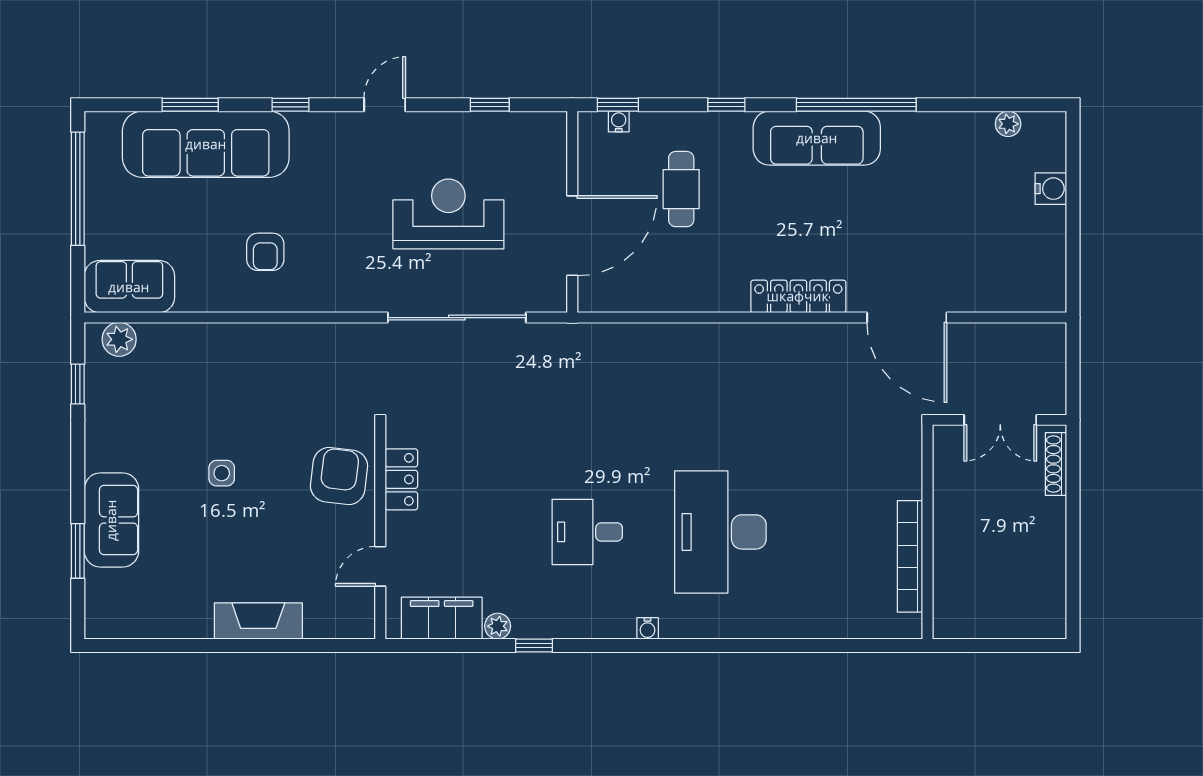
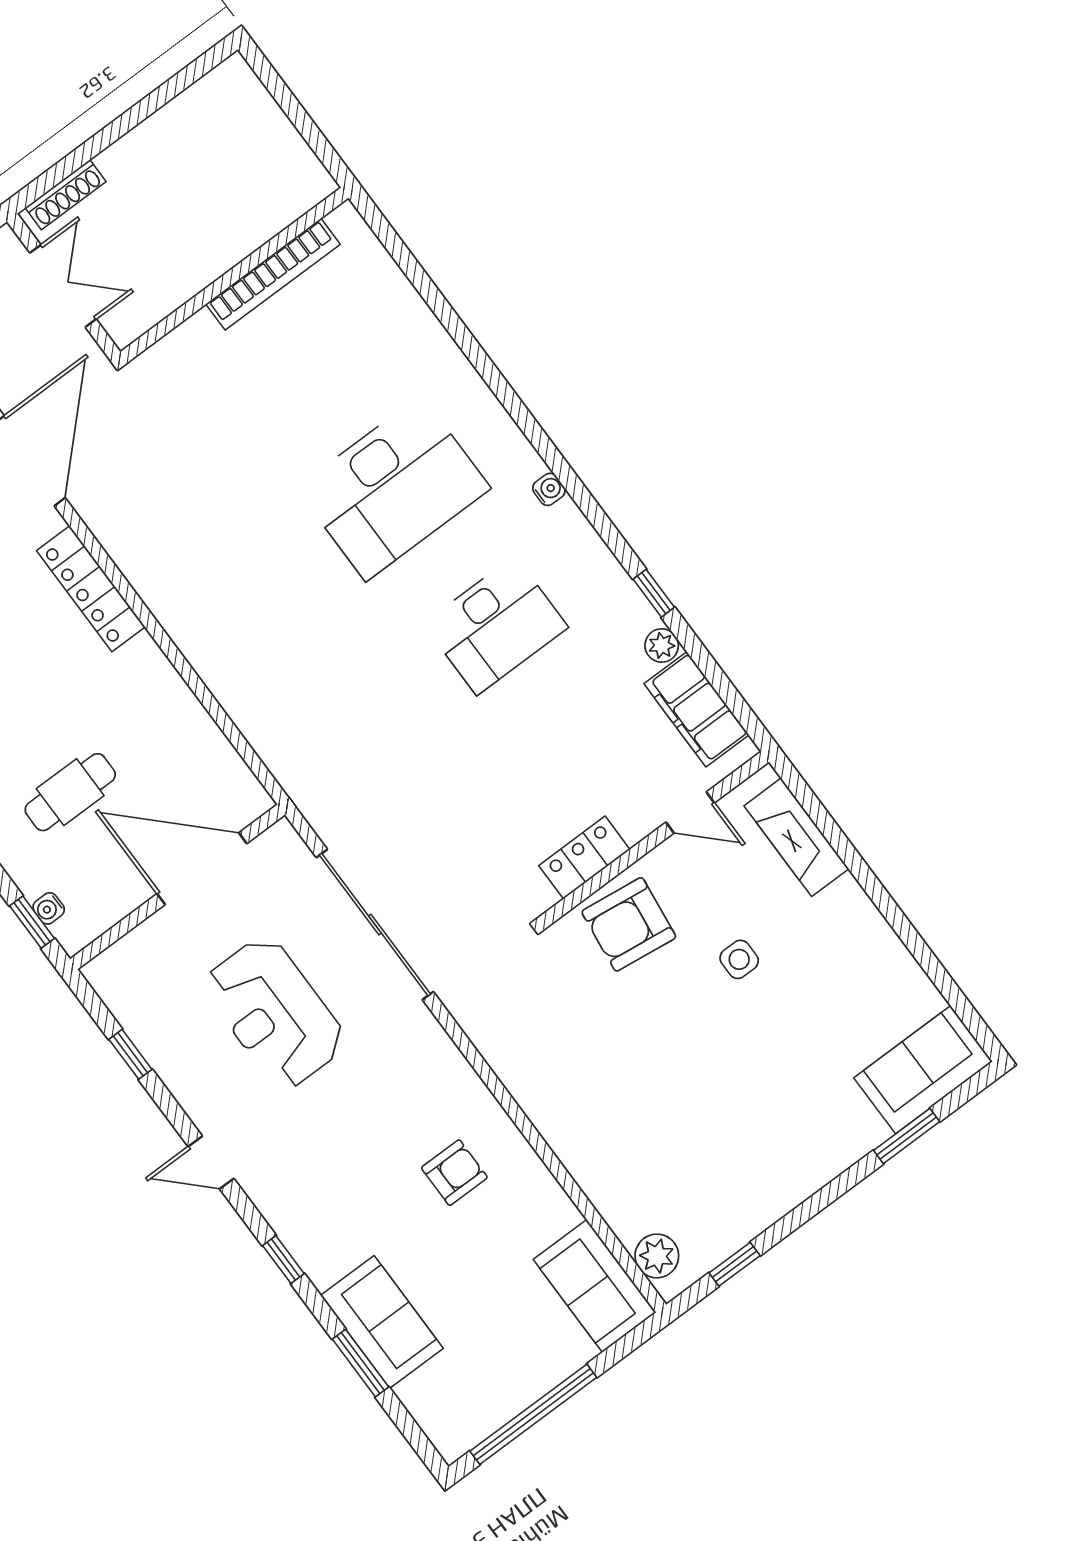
sofa: (206, 144) -> (382, 1322), width x0.54, depth x0.79
side table: (222, 473) -> (739, 959), moved
sofa: (111, 520) -> (923, 1070), moved
desk: (587, 532) -> (496, 626), width x1.37
fireplace: (258, 621) -> (796, 837), moved

